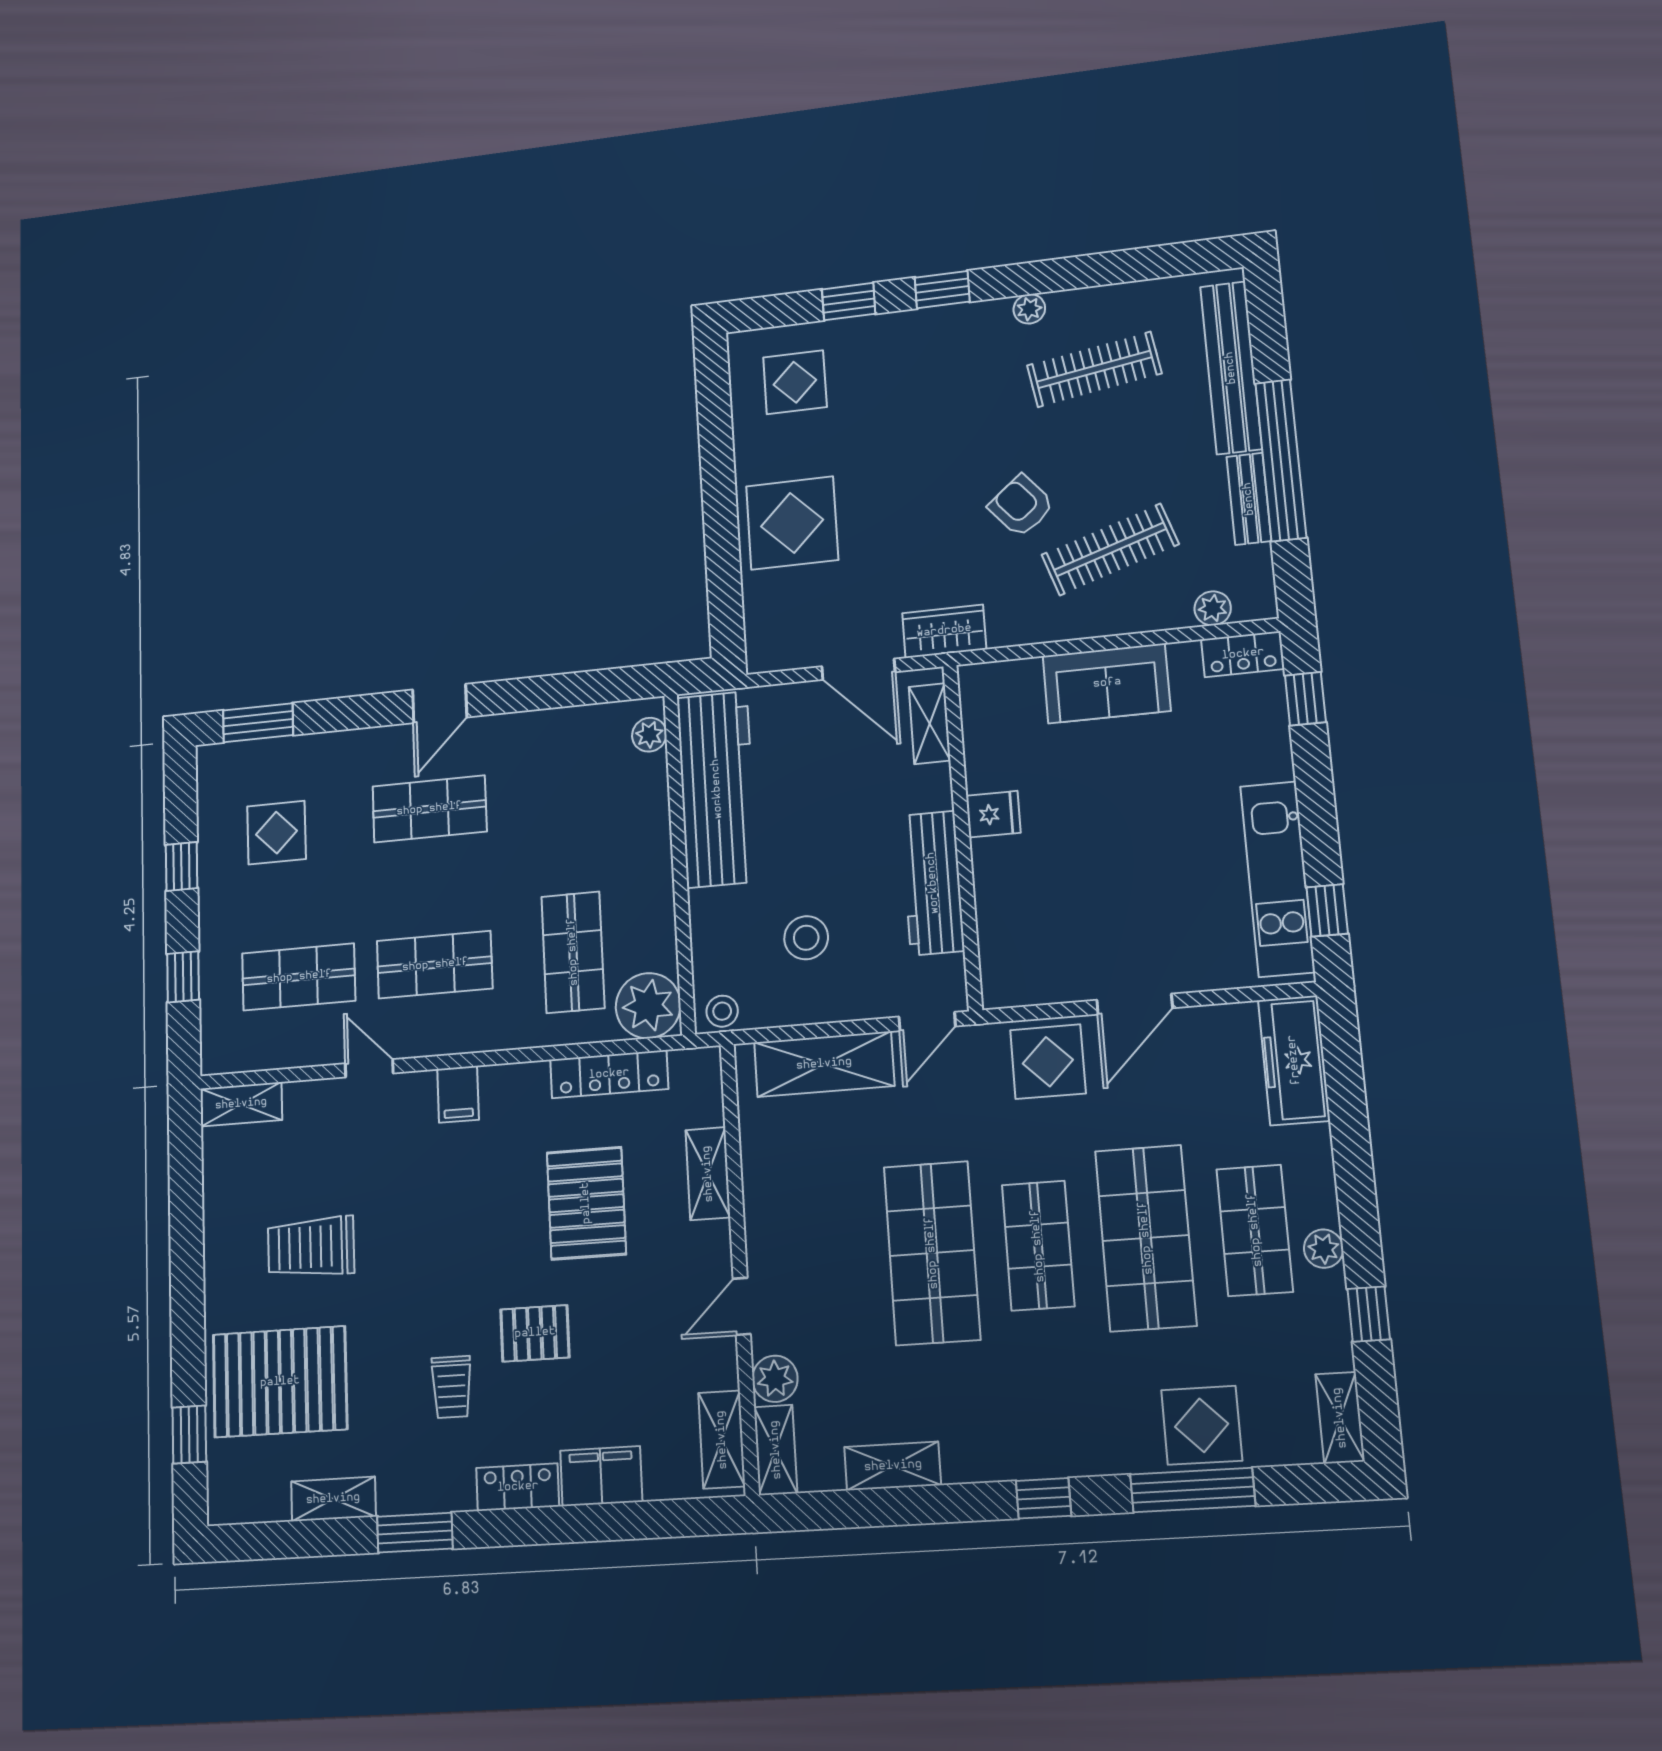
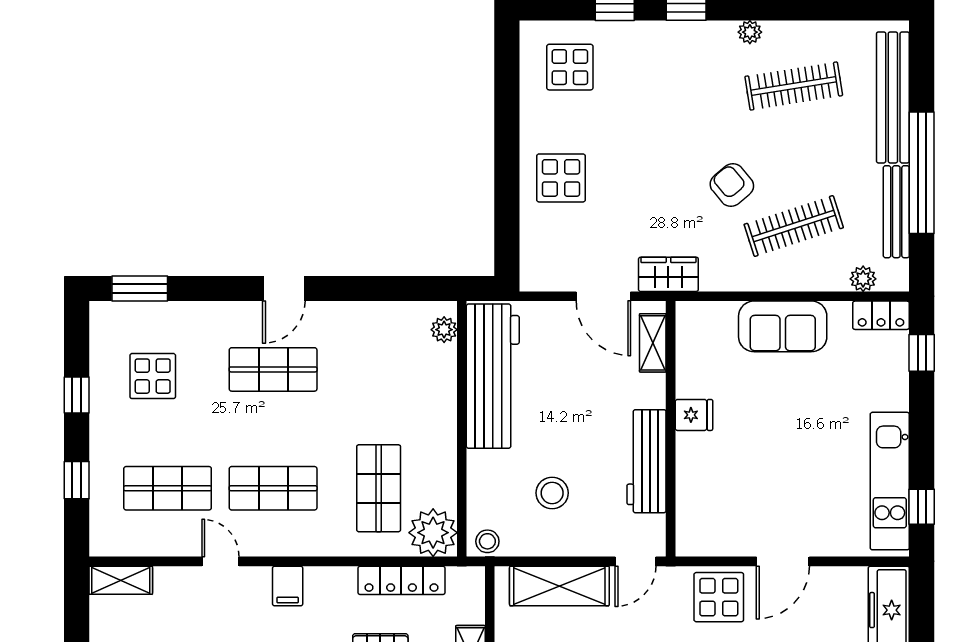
bench: (1249, 499) -> (896, 212), width x1.36
display table: (792, 523) -> (561, 178), width x0.73, depth x0.73

